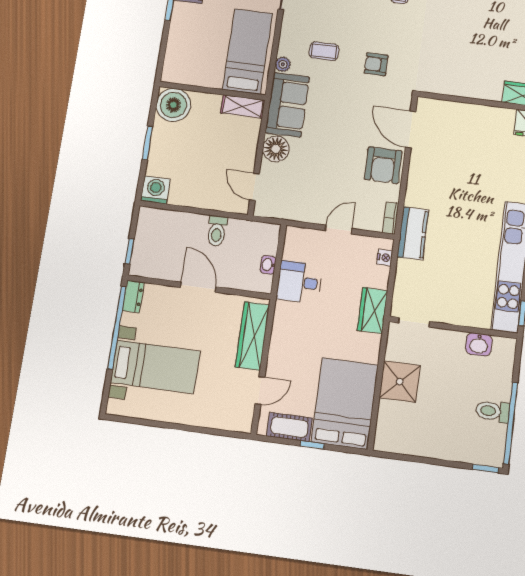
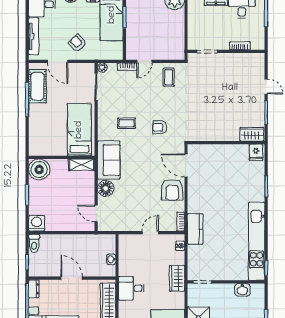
plant: (283, 64) -> (102, 135), removed
toilet: (217, 231) -> (34, 243), moved
desk: (299, 282) -> (131, 288), moved

